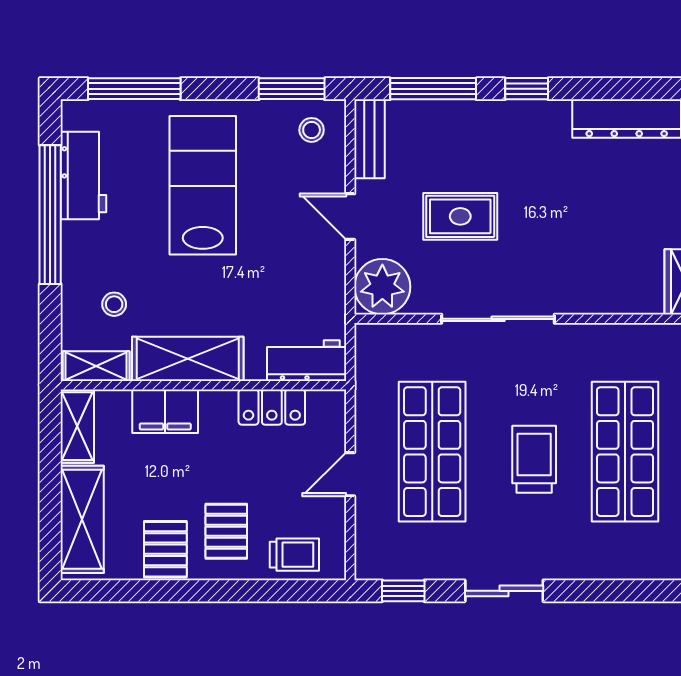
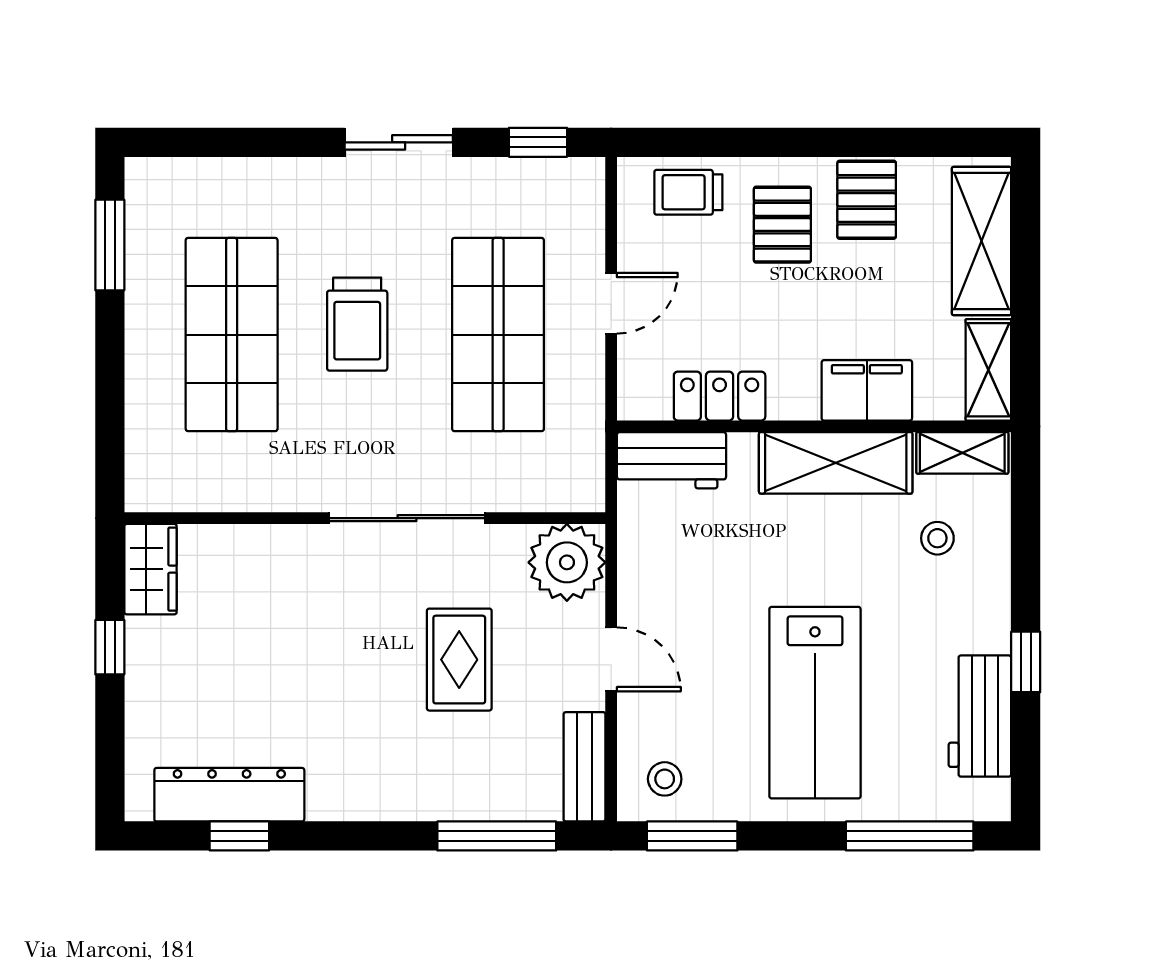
window: (527, 89) -> (239, 836), moved
window: (50, 215) -> (1026, 662), width x0.32
rug: (460, 216) -> (459, 660), turned 90

